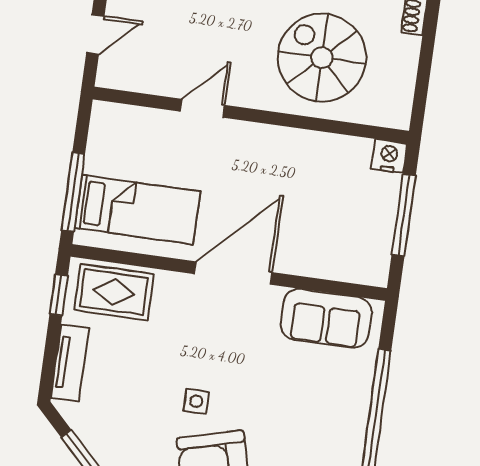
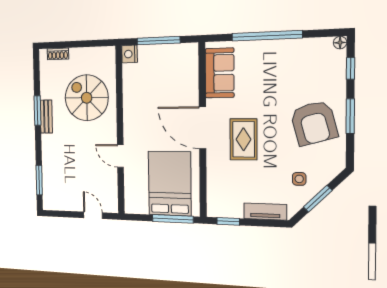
spiral stairs: (322, 58) -> (87, 98), turned 90
bed: (137, 210) -> (170, 183), width x1.50
rug: (114, 292) -> (244, 139), moved
side table: (196, 401) -> (299, 179), moved

